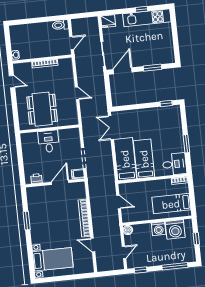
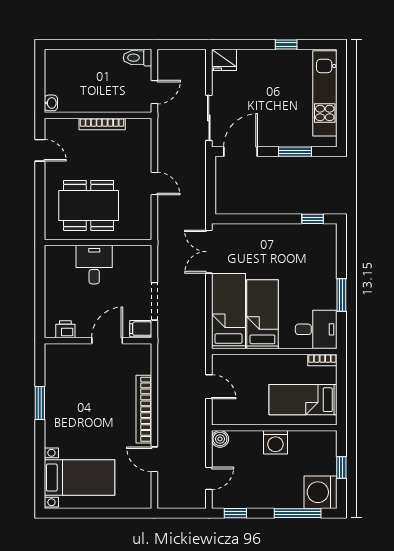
kitchen unit: (147, 18) -> (325, 93), moved, turned 90
dining table: (42, 109) -> (89, 205), turned 90
washing machine: (175, 229) -> (320, 492), moved, turned 90

